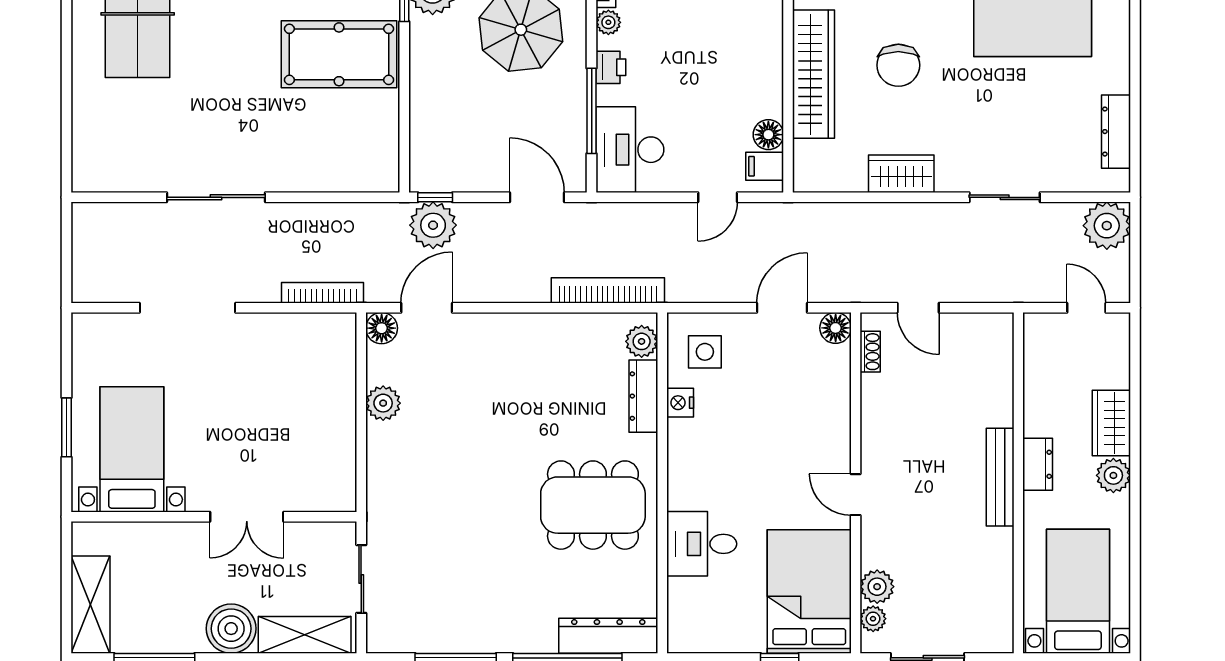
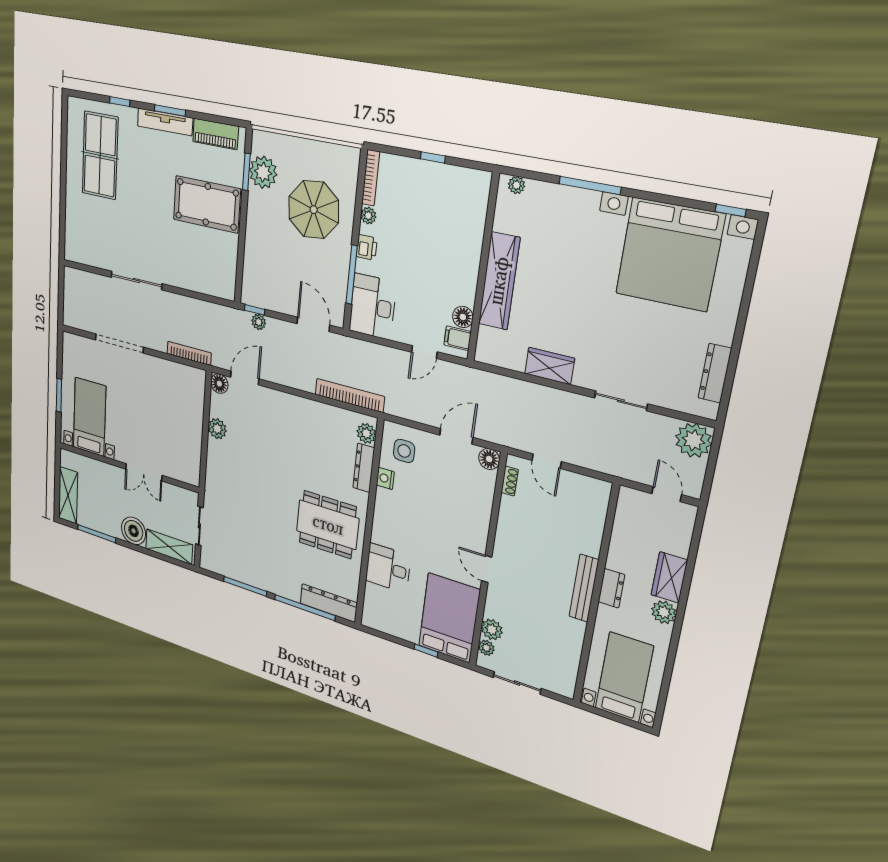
chair: (898, 65) -> (560, 287), removed
plant: (433, 225) -> (259, 322), width x0.53, depth x0.53

